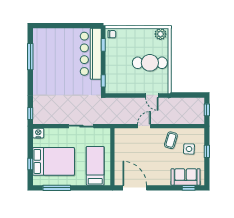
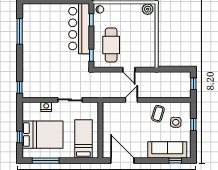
cafe table: (150, 63) -> (111, 45), moved, turned 90
door: (152, 95) -> (129, 70), moved
nightstand: (38, 133) -> (46, 107), moved
sofa: (186, 177) -> (167, 150), width x1.36

